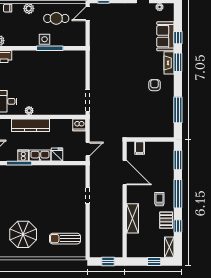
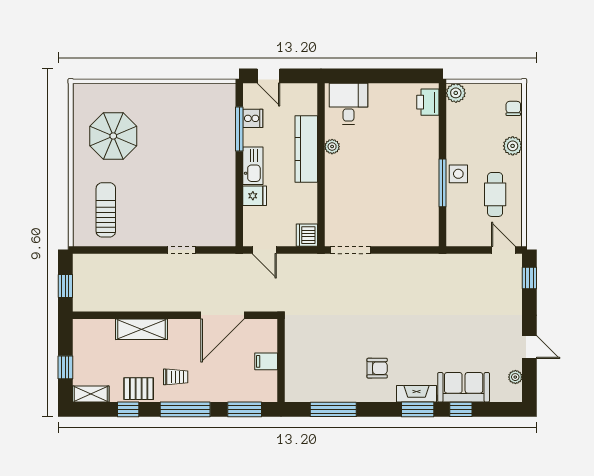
filing cabinet: (140, 148) -> (266, 361), moved
cooker: (23, 155) -> (253, 118), moved

